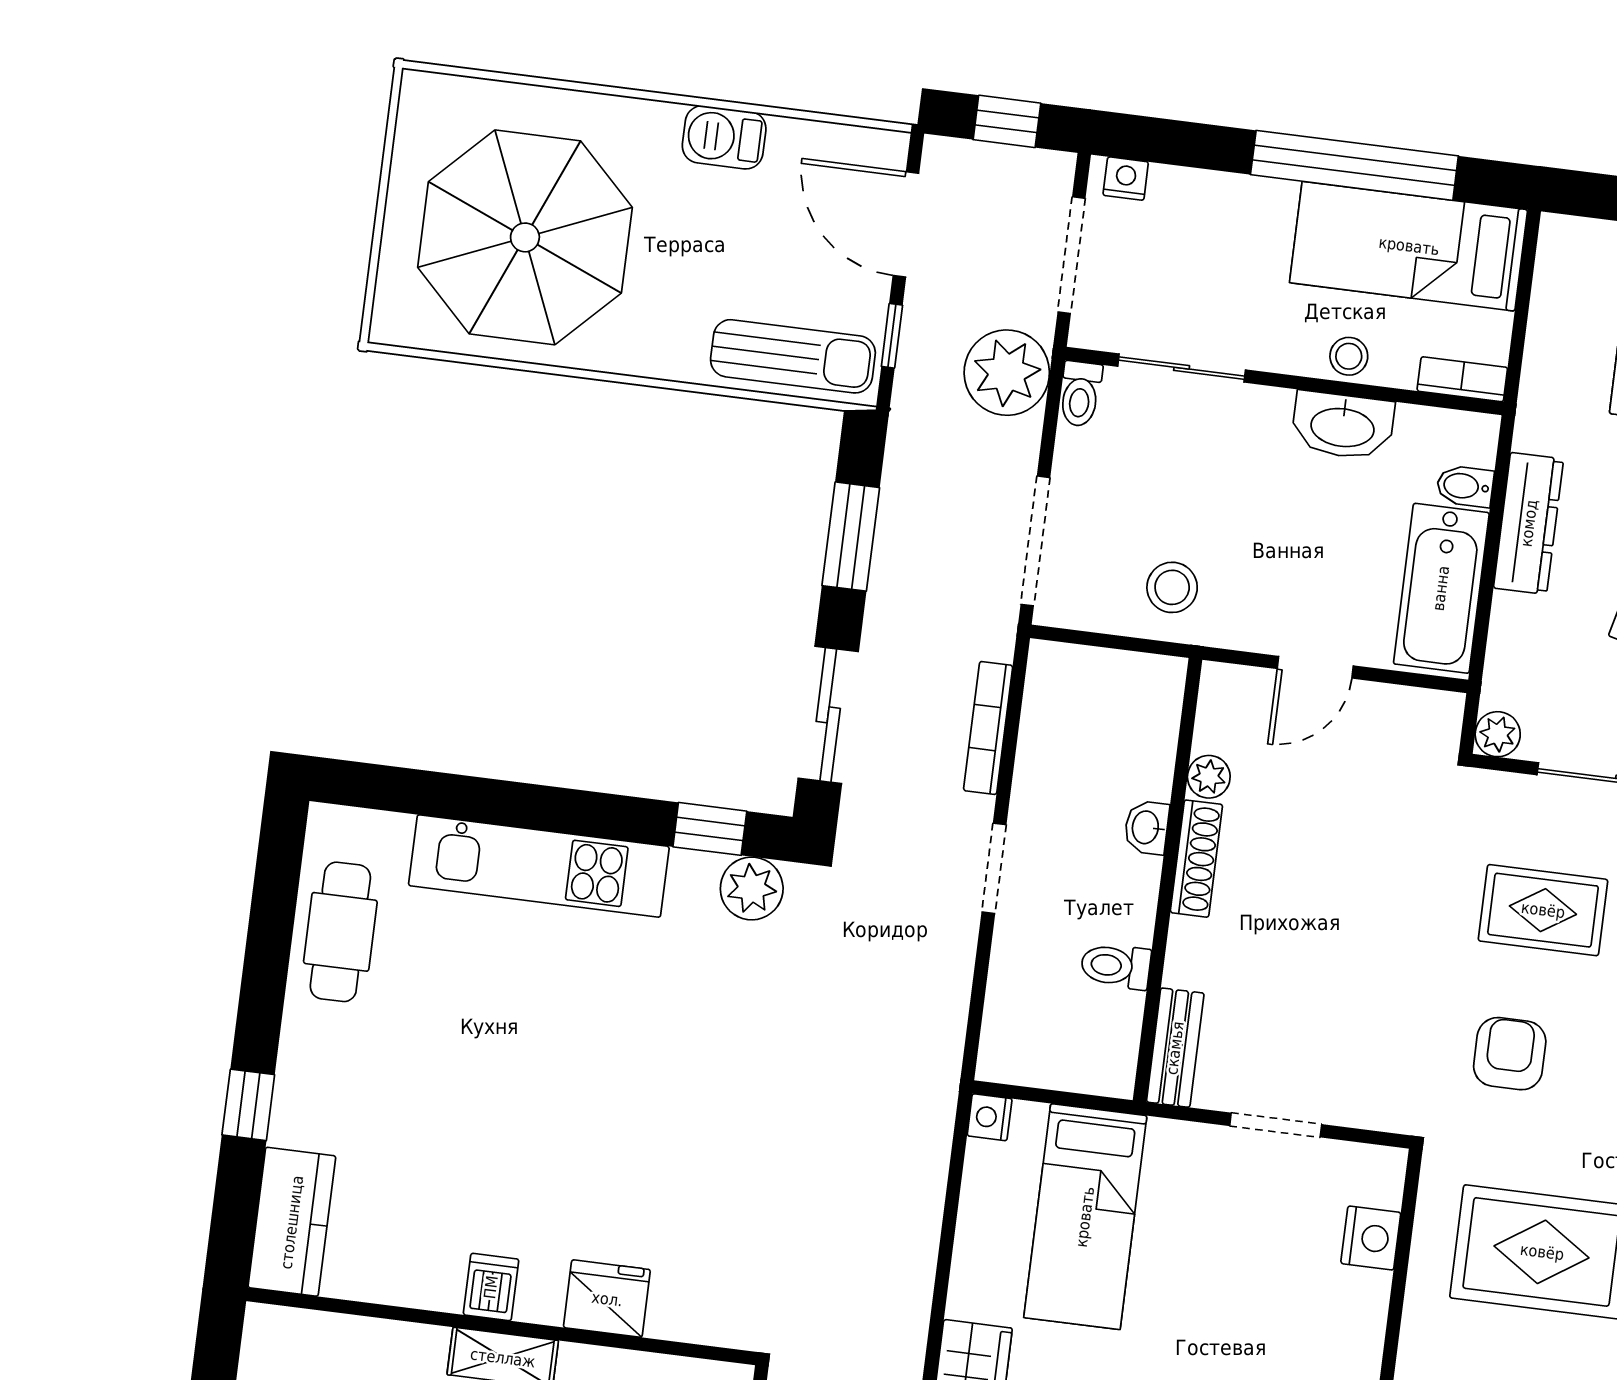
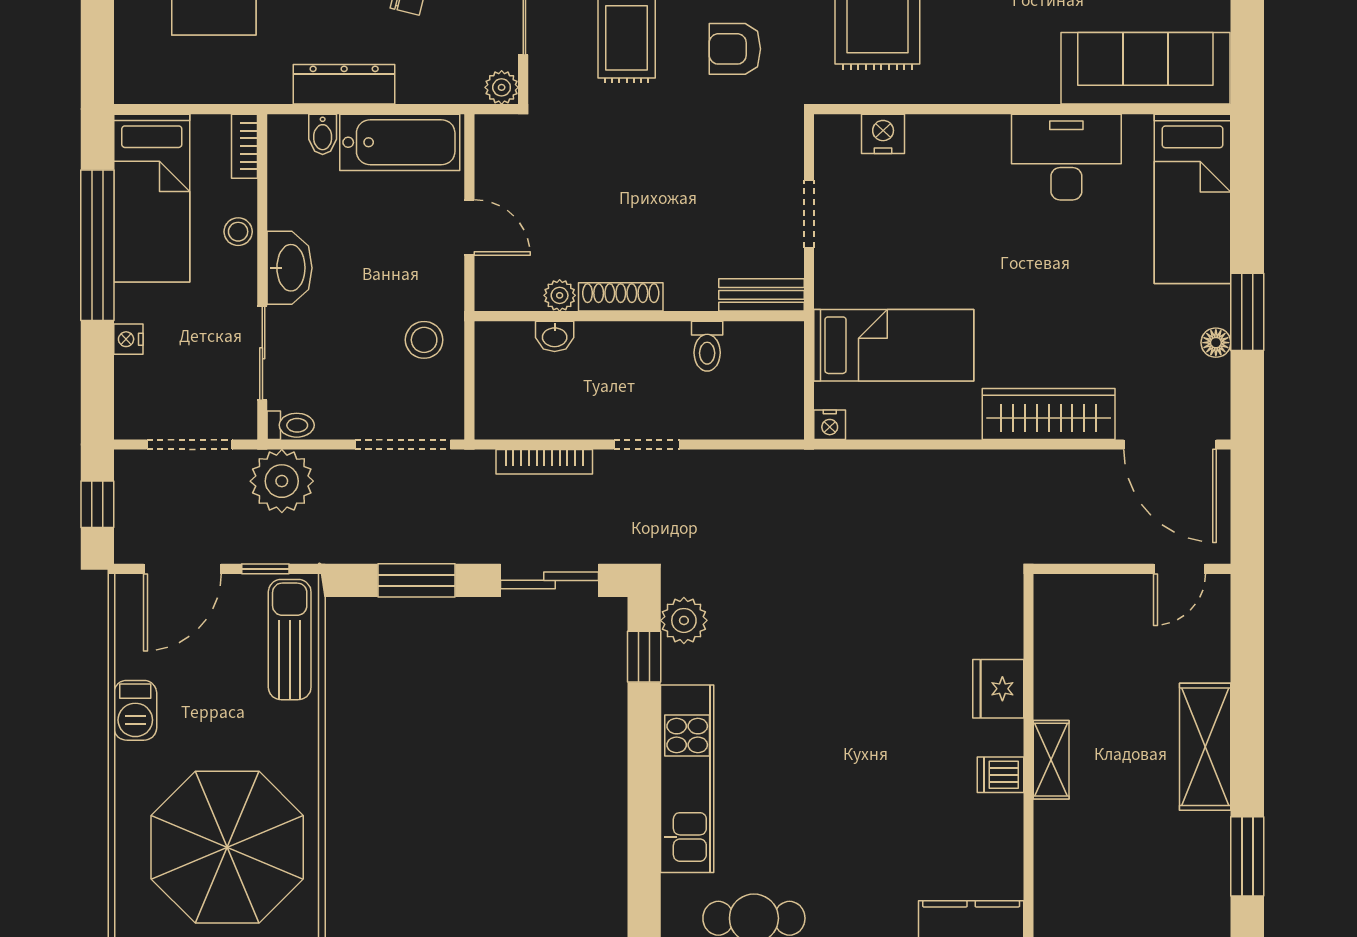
nightstand: (1126, 179) -> (128, 339), moved
washbasin: (1343, 426) -> (290, 268), moved
washbasin: (1147, 827) -> (555, 336), moved

